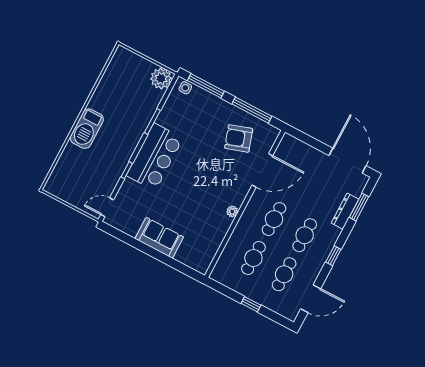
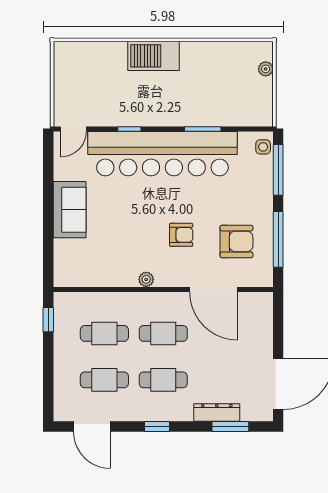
plant: (161, 78) -> (266, 69), moved, width x0.53, depth x0.53
armchair: (239, 138) -> (236, 241), turned 108
bar counter: (155, 157) -> (162, 154), width x1.86
armchair: (215, 173) -> (181, 235), added
door: (107, 207) -> (73, 129), swing flipped
window: (251, 304) -> (48, 320), moved

